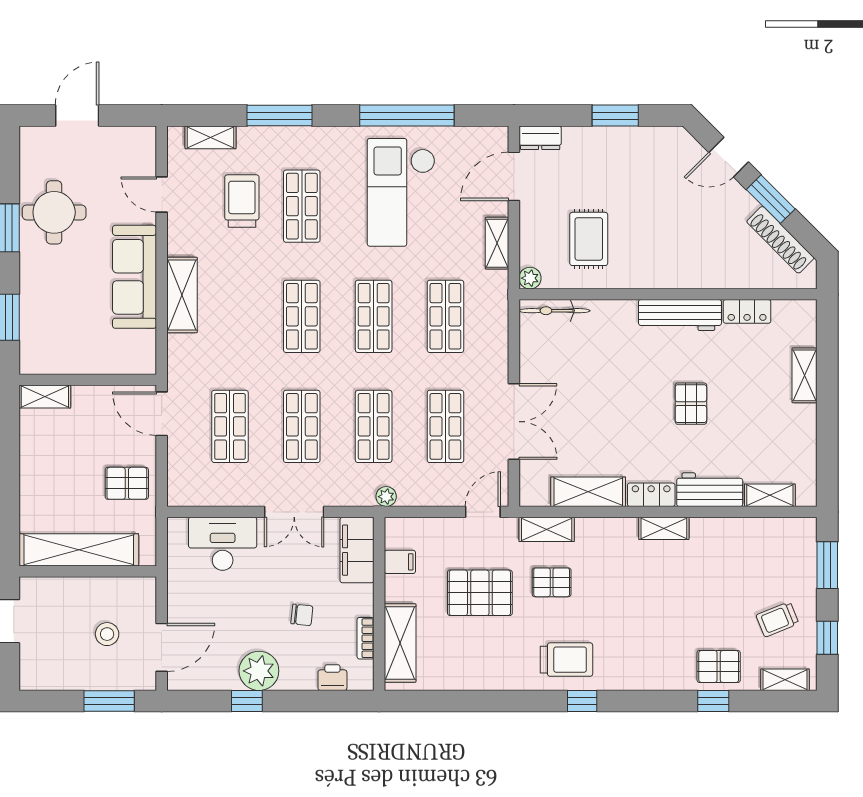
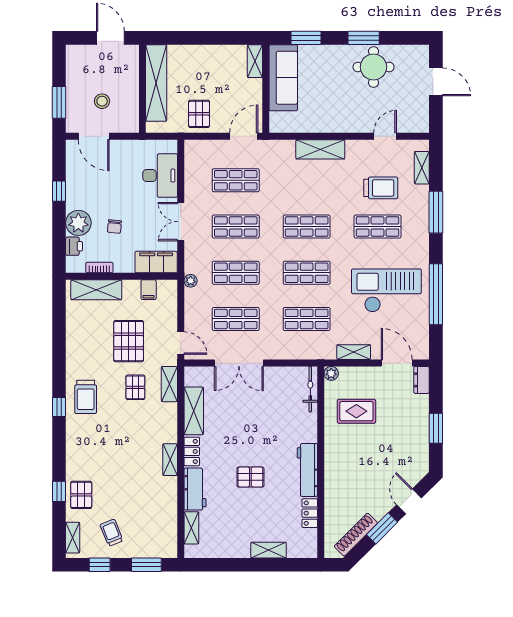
sofa: (134, 277) -> (283, 78), moved, turned 90
plant: (259, 671) -> (78, 223), moved

